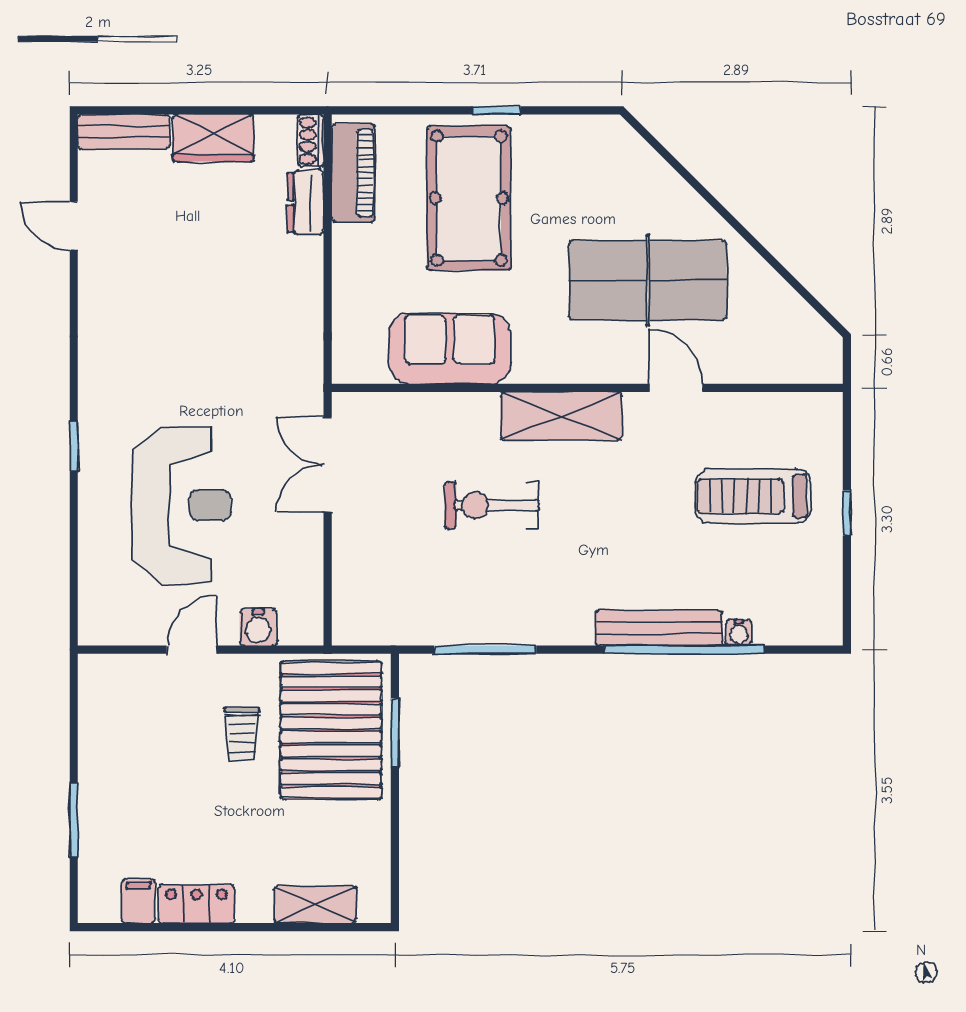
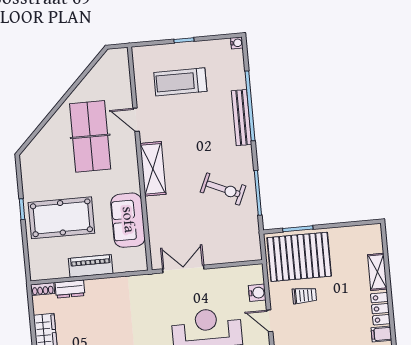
piano: (353, 173) -> (91, 266), moved
door: (676, 388) -> (136, 120), hinge flipped
double door: (328, 464) -> (183, 269), swing flipped
treadmill: (753, 496) -> (180, 82), turned 90
exercise bike: (492, 505) -> (223, 189), moved, turned -66
water cooler: (739, 633) -> (237, 43), moved
shelving: (315, 905) -> (377, 272), moved

